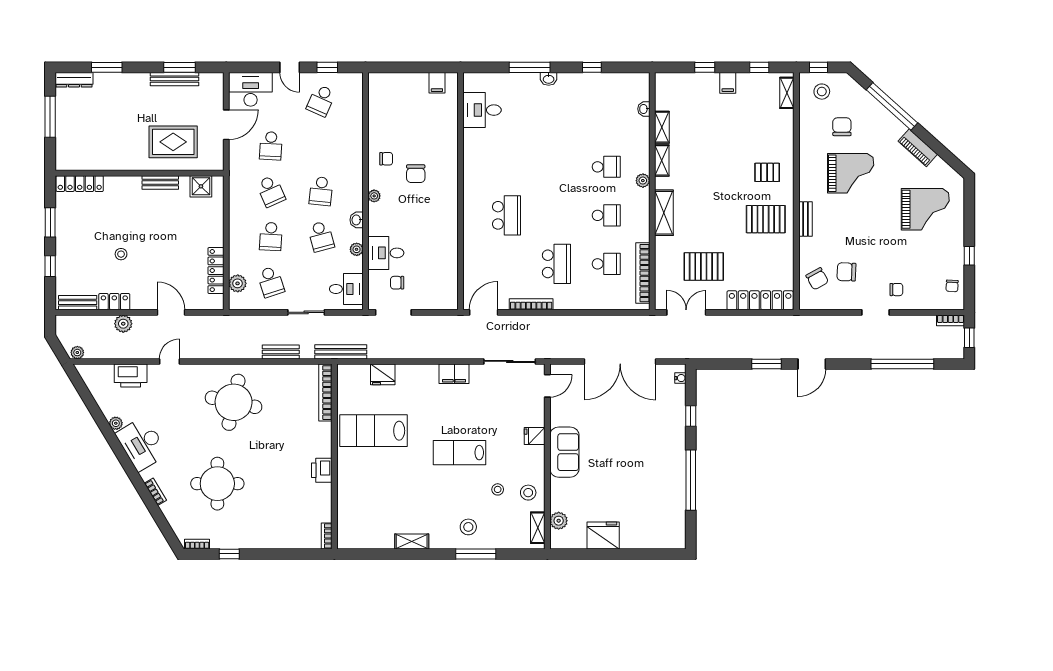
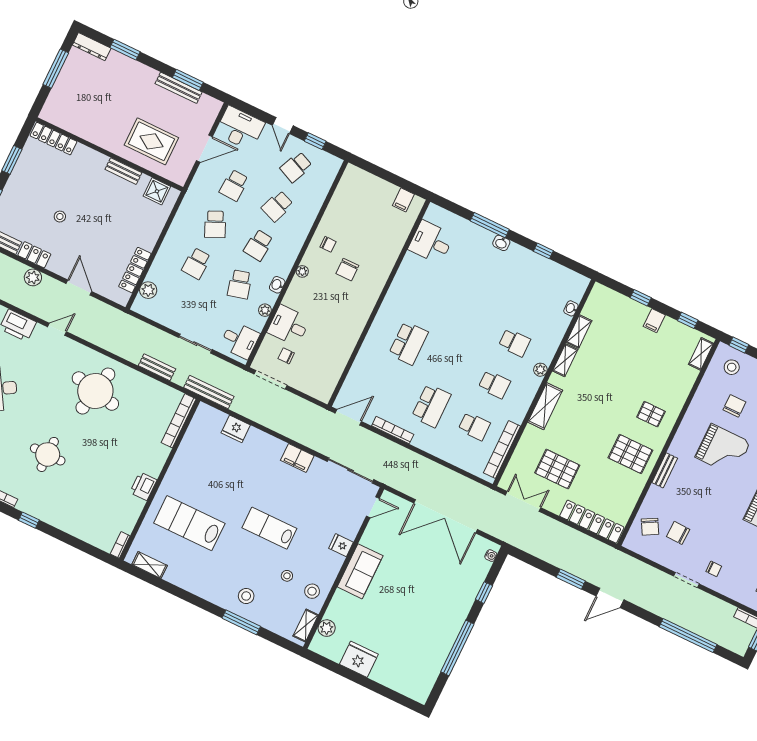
school desk: (271, 282) -> (277, 206), moved, turned 39
lab bench: (374, 431) -> (189, 523), moved
round table: (217, 484) -> (48, 454), width x0.73, depth x0.73
shelving: (412, 541) -> (150, 565), moved

